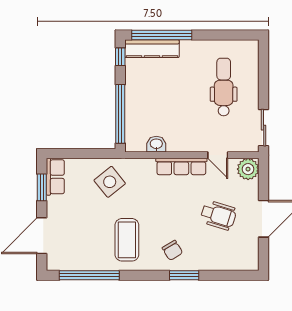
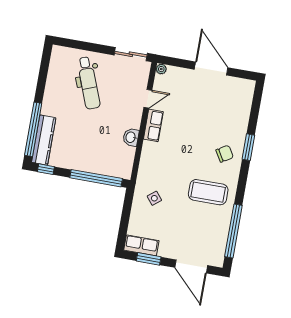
dental chair: (224, 87) -> (89, 83), turned -111
washbasin: (156, 144) -> (131, 137), moved
row of seats: (181, 166) -> (153, 125), width x0.68
plant: (248, 169) -> (161, 69), width x0.53, depth x0.53
side table: (110, 182) -> (154, 198), width x0.54, depth x0.54
wheelchair: (218, 215) -> (201, 108), removed

